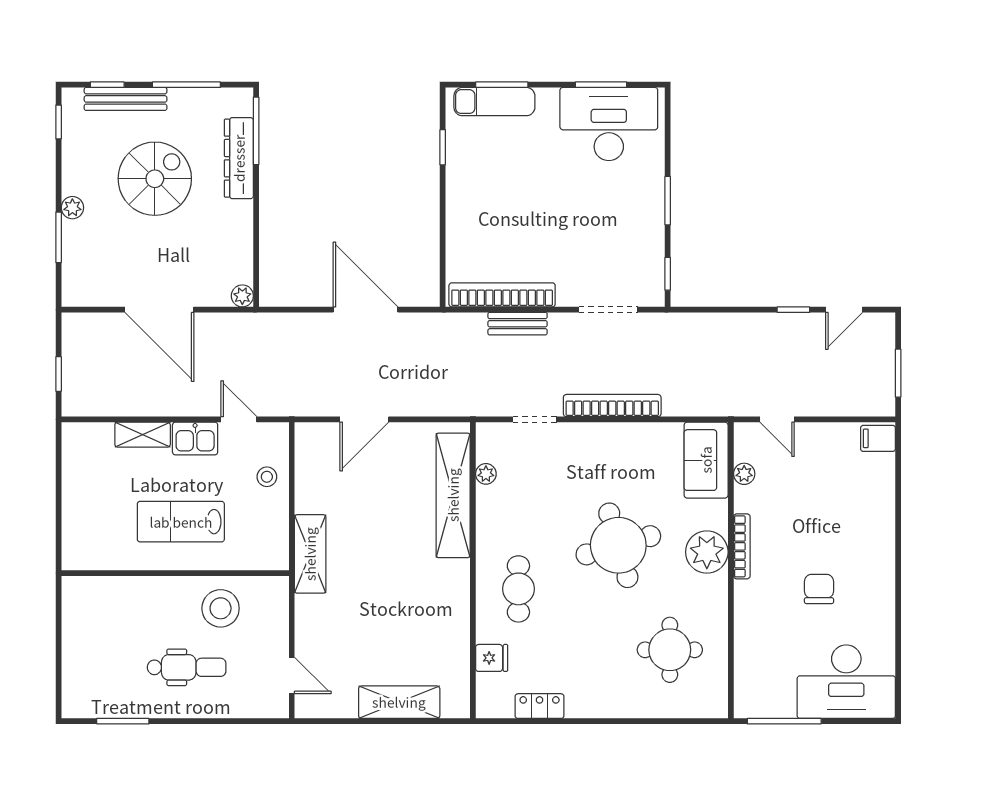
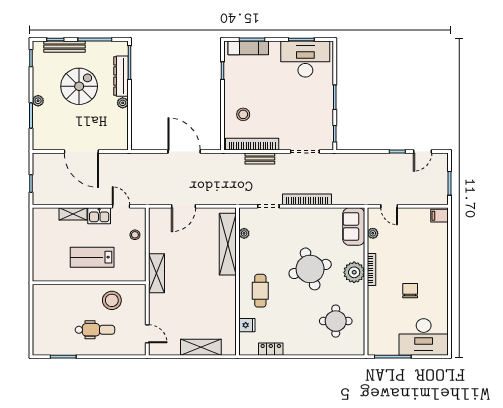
stool: (484, 235) -> (243, 114), added
plant: (242, 296) -> (123, 103), moved

